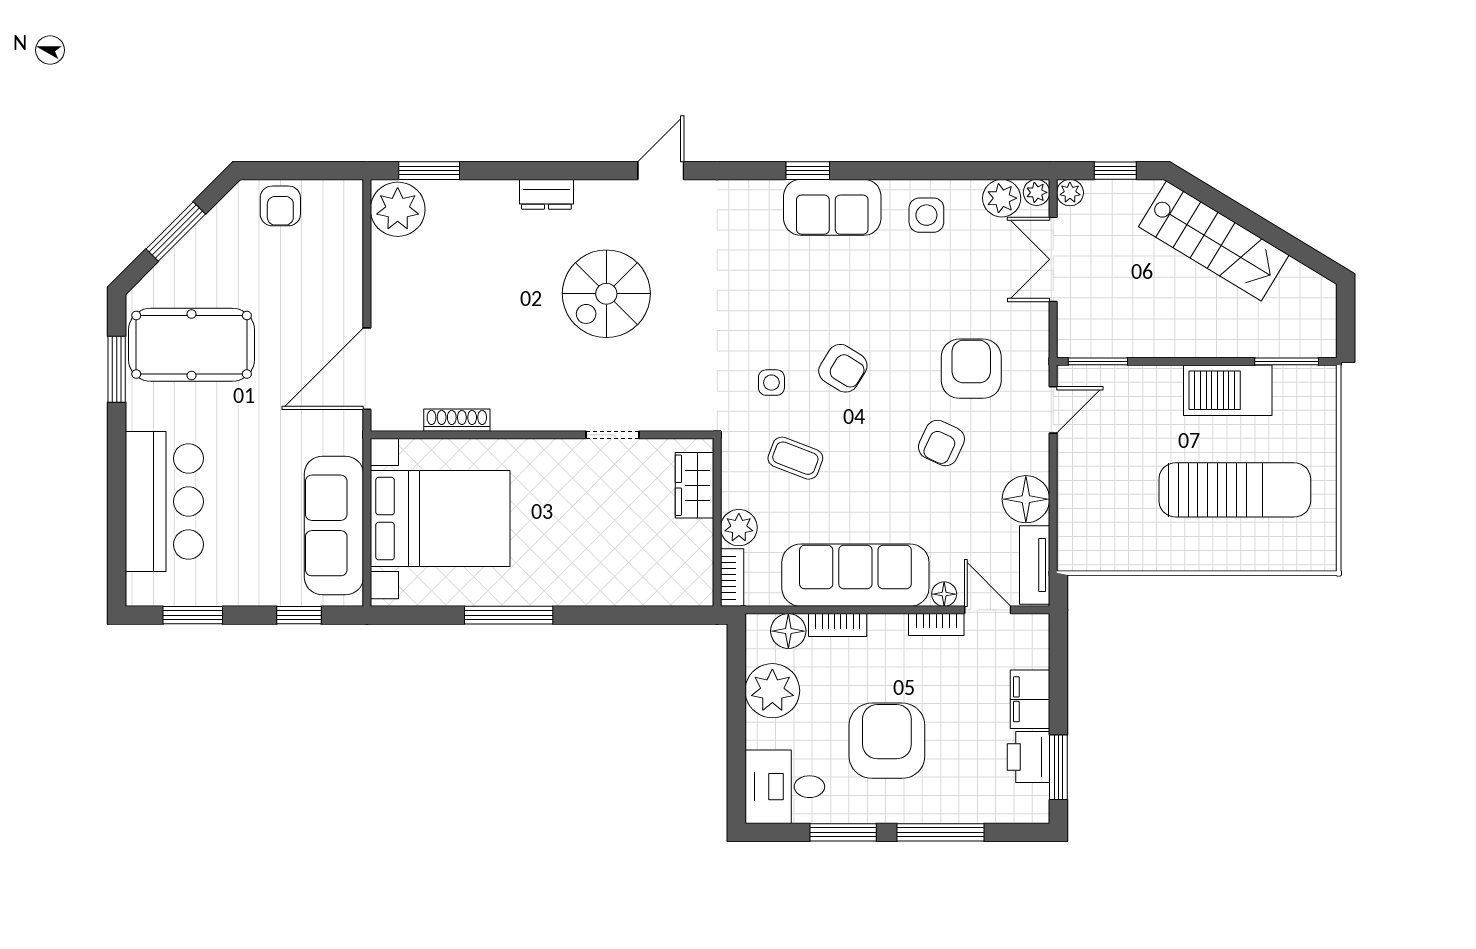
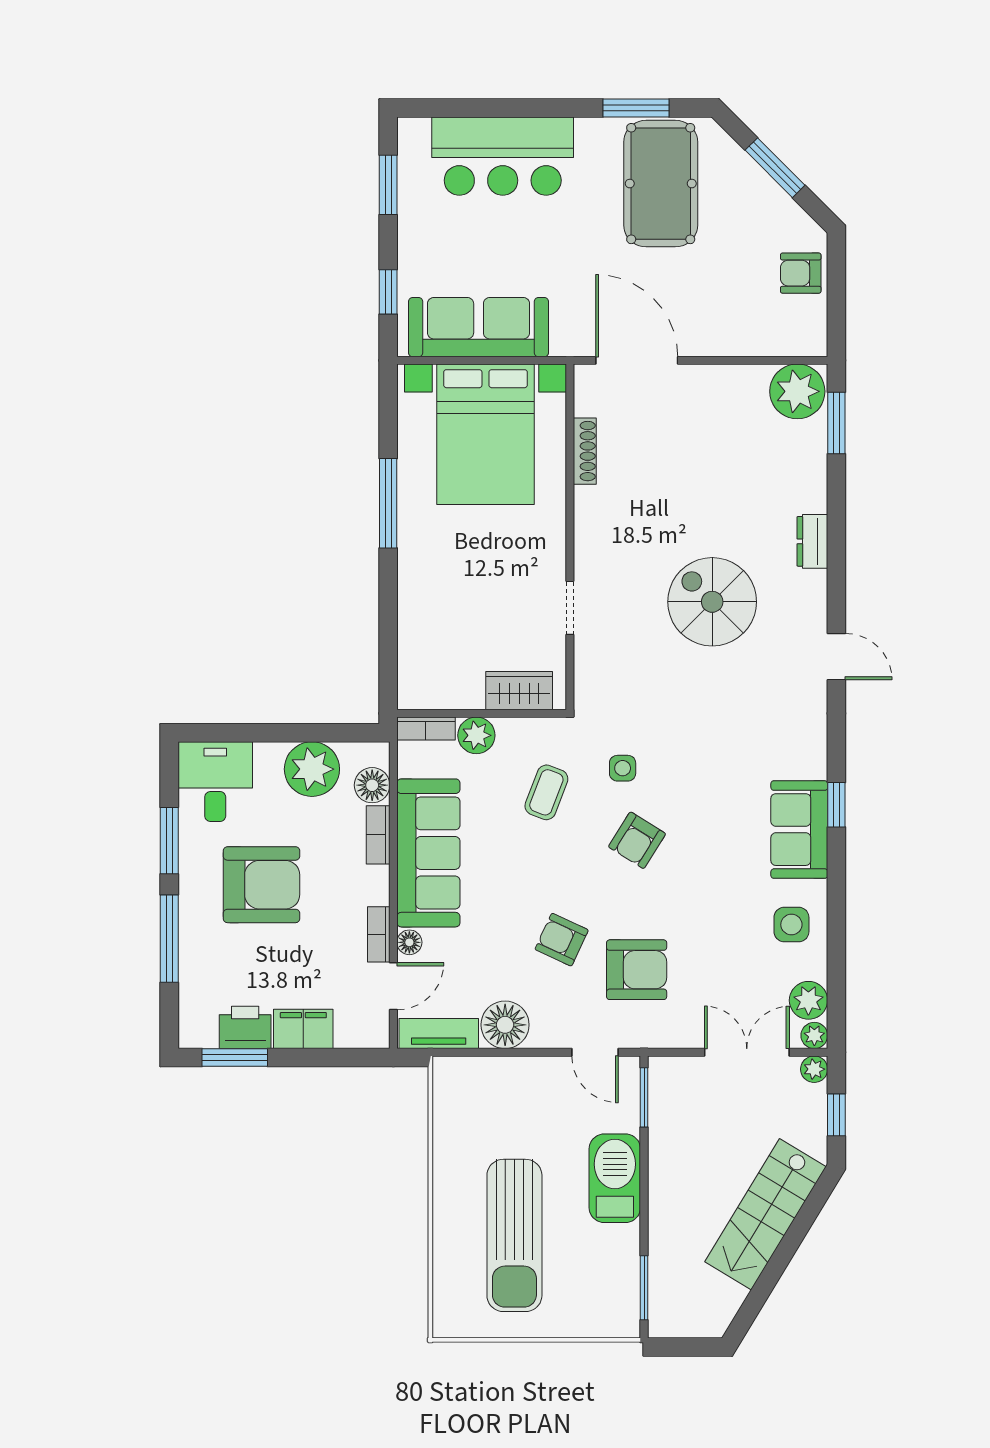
barbecue: (1228, 390) -> (615, 1178), moved

